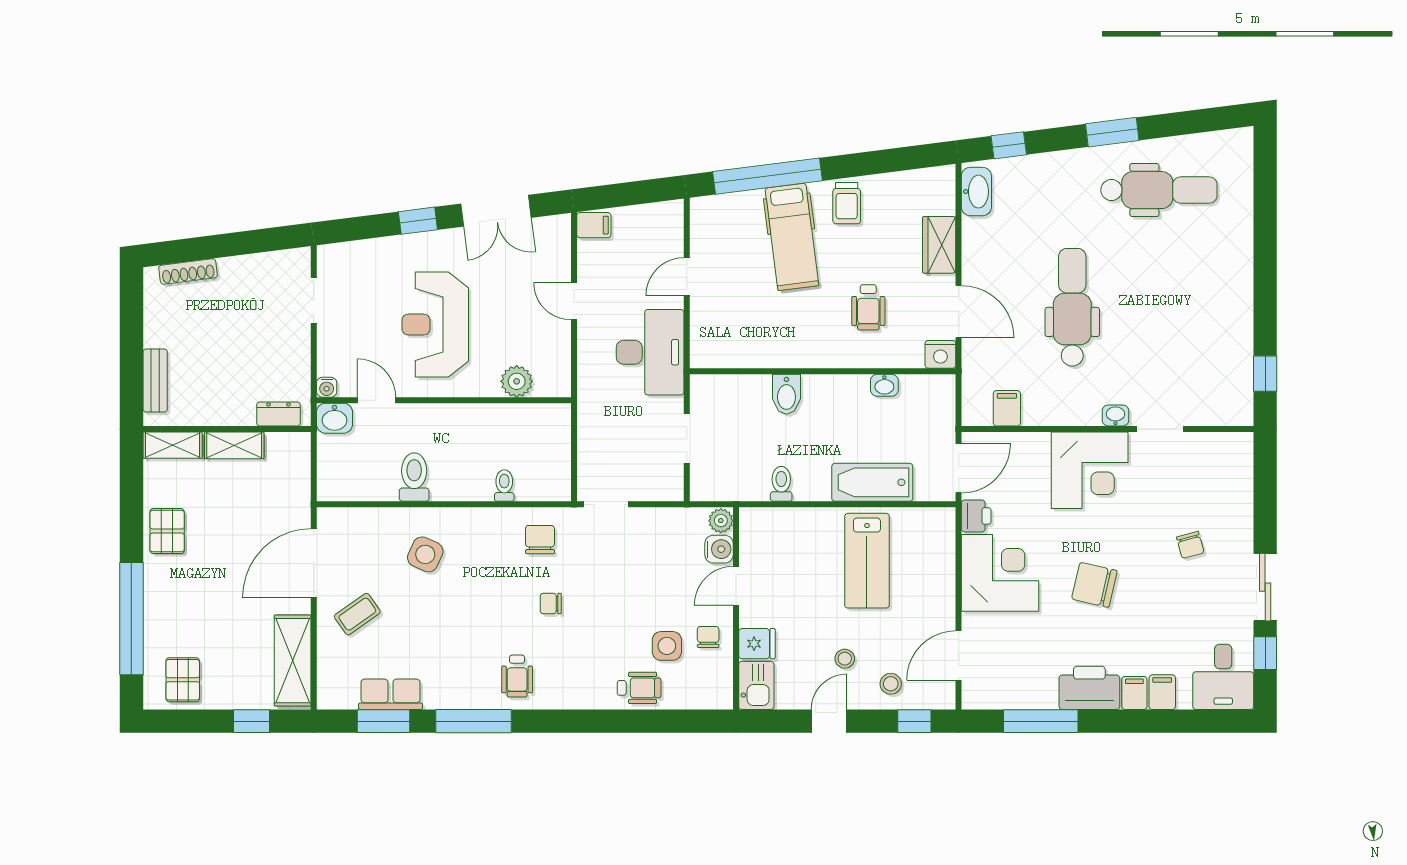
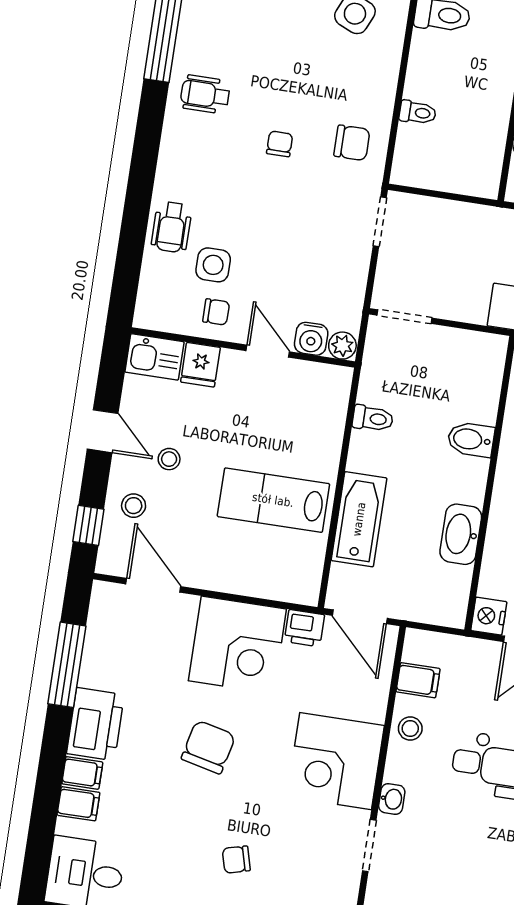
washbasin: (884, 385) -> (461, 534), width x1.91, depth x1.45
stool: (1051, 409) -> (410, 728), added
doorway: (687, 438) -> (405, 317), moved

